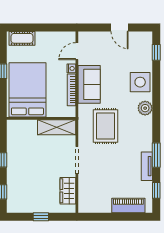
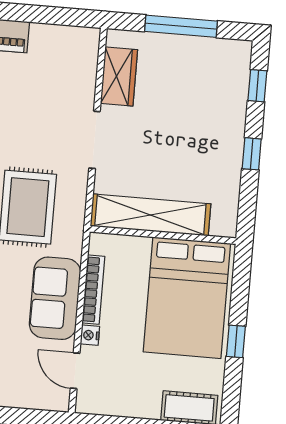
door: (77, 51) -> (75, 371), swing flipped
shelving: (57, 127) -> (150, 215), width x1.47
window: (41, 217) -> (181, 26), width x2.17

